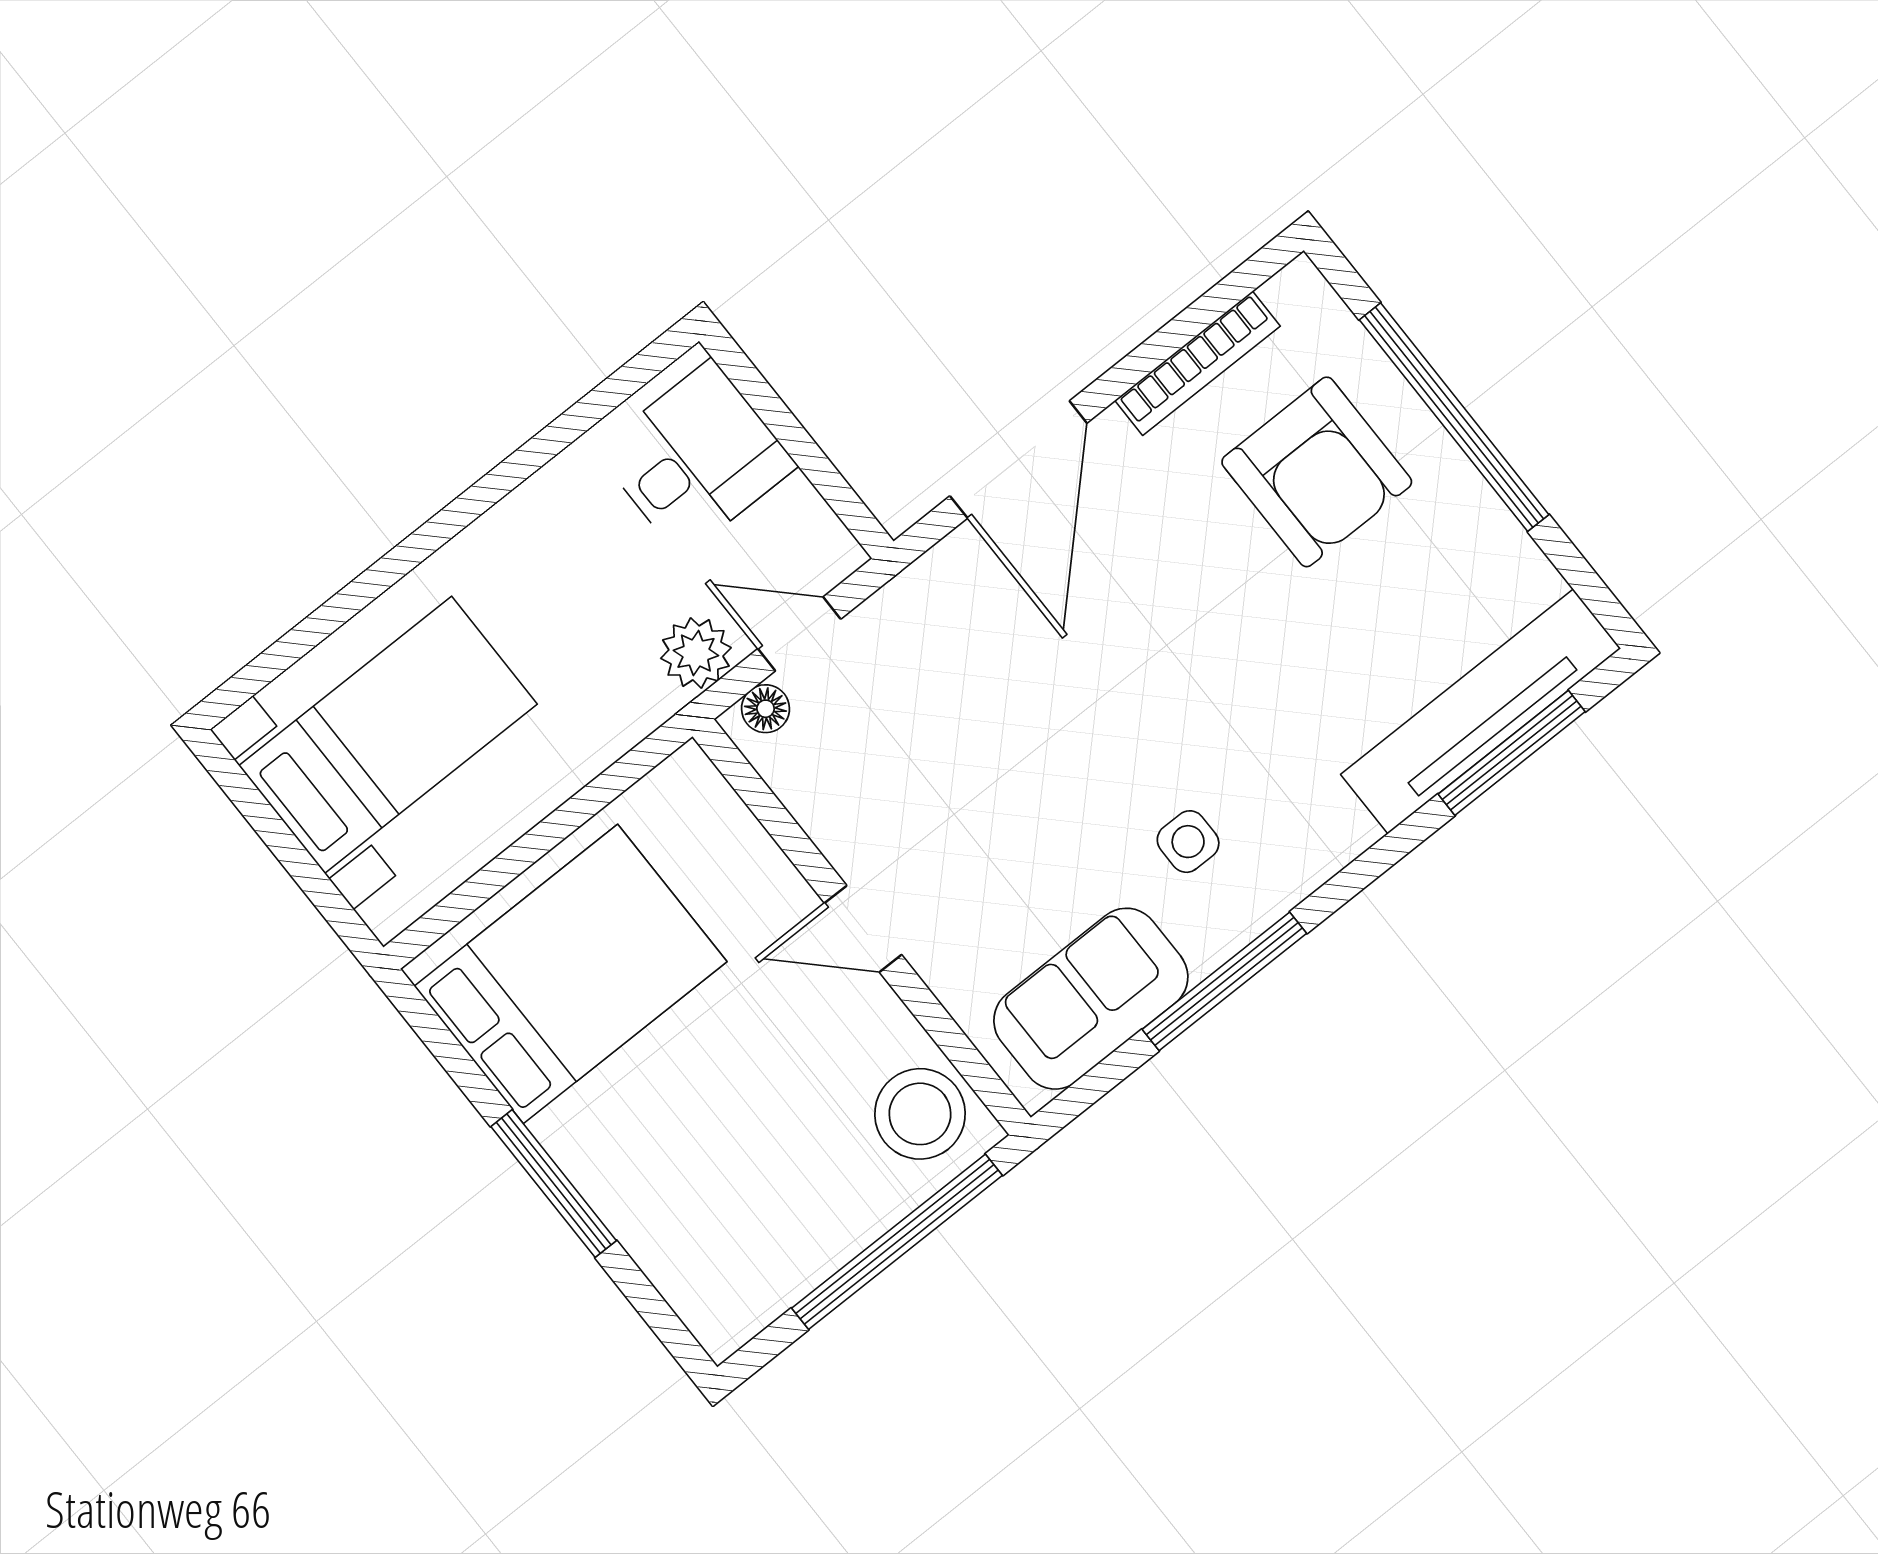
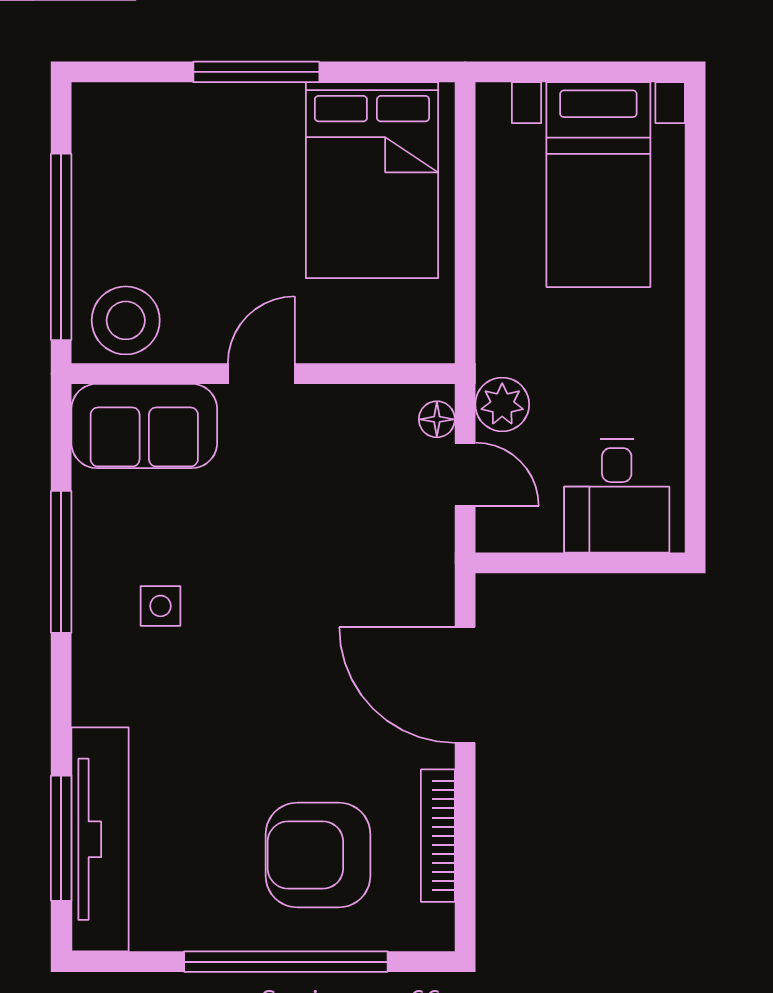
door: (799, 634) -> (465, 474), hinge flipped
sofa: (1091, 999) -> (144, 426), moved, turned 90

